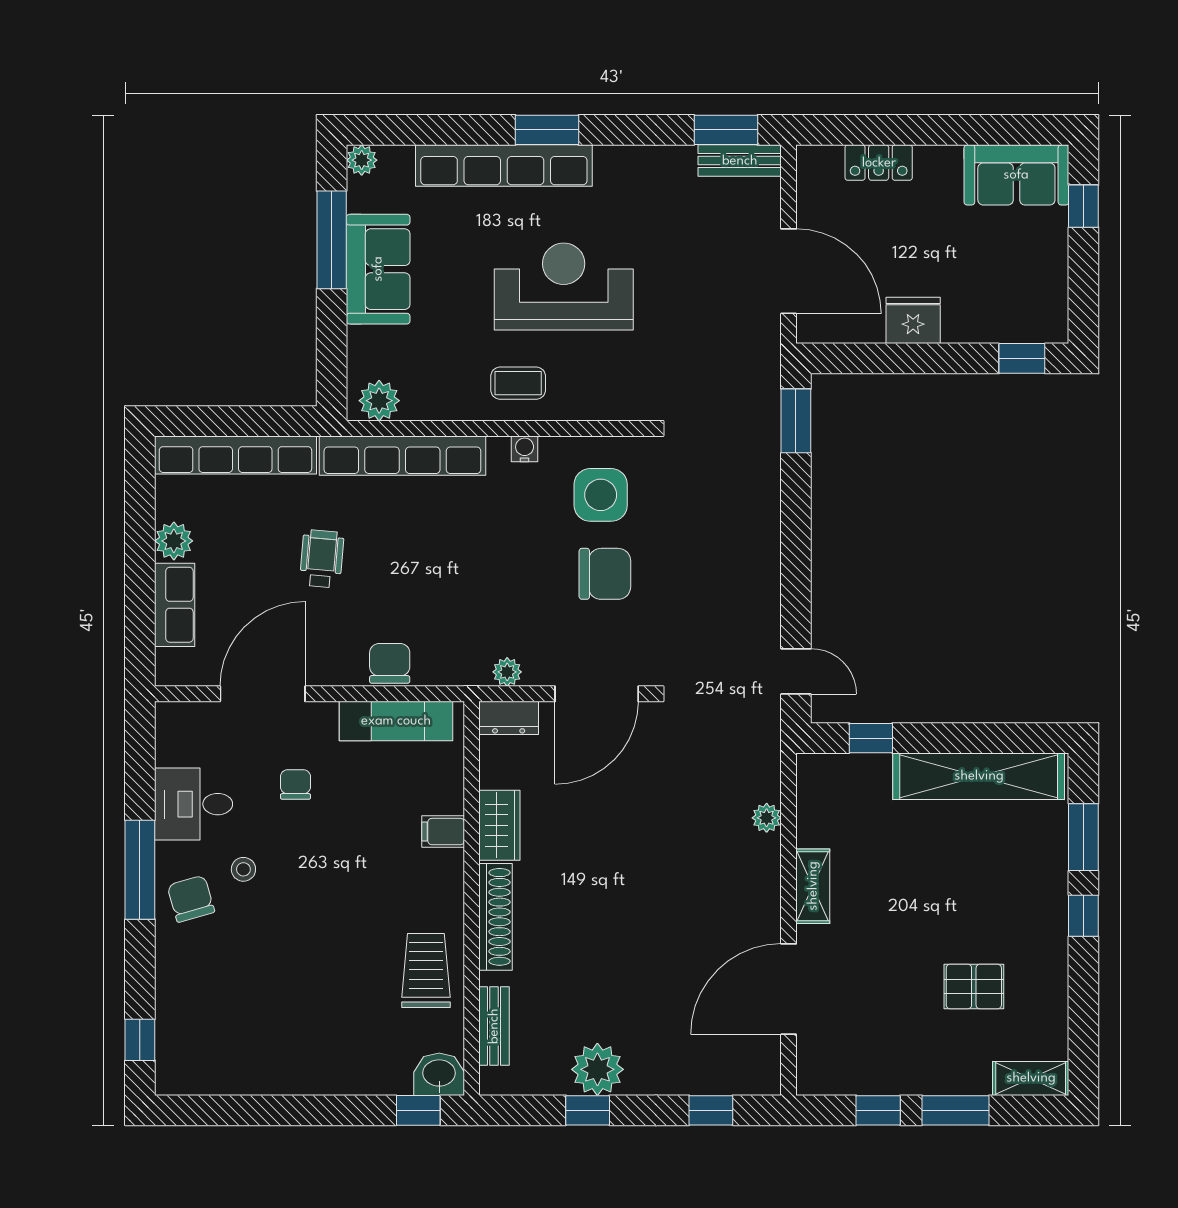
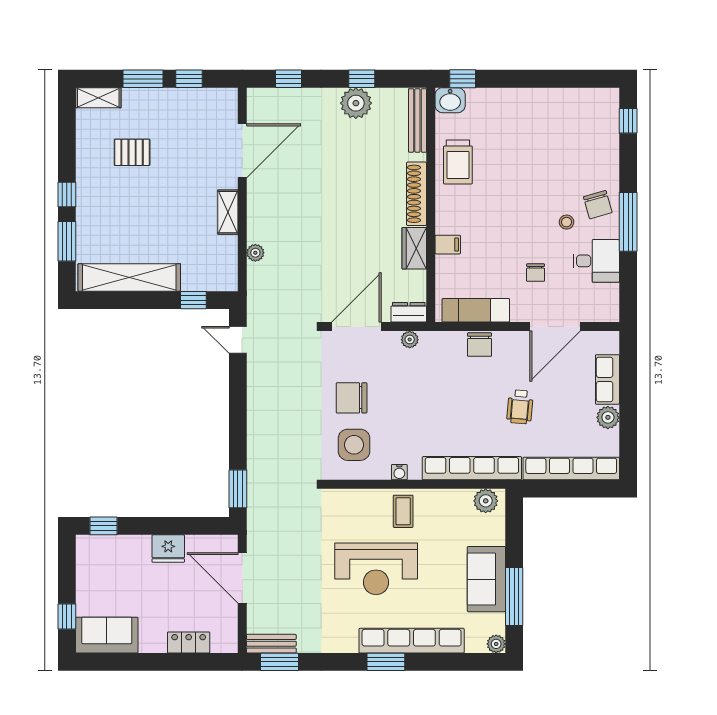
coffee table: (518, 383) -> (403, 511), turned 90
bench: (494, 1026) -> (417, 120), width x1.36

